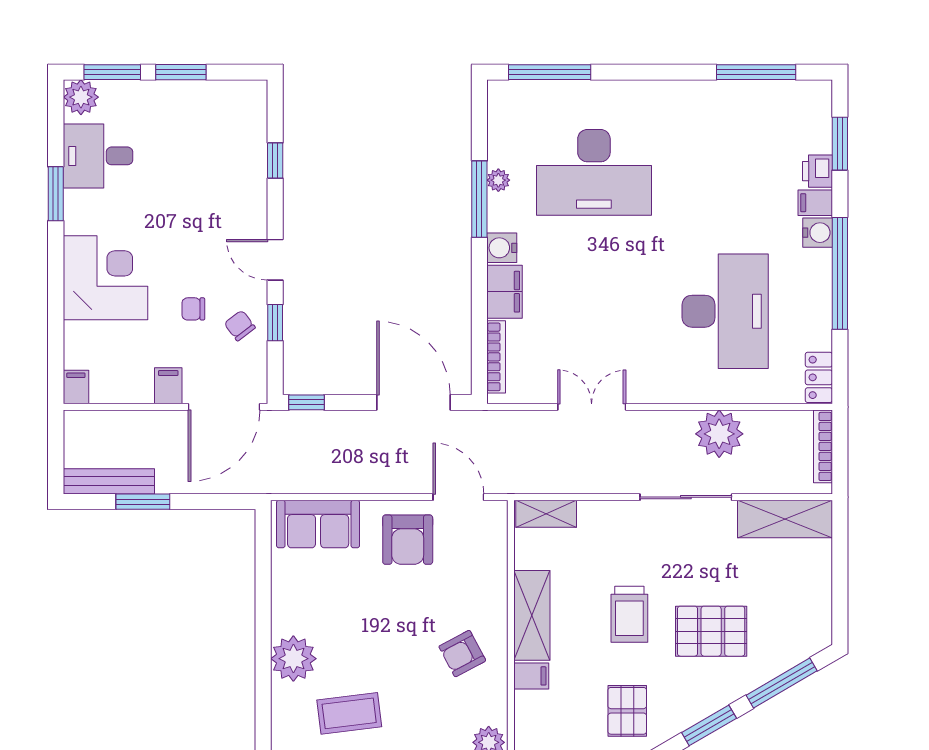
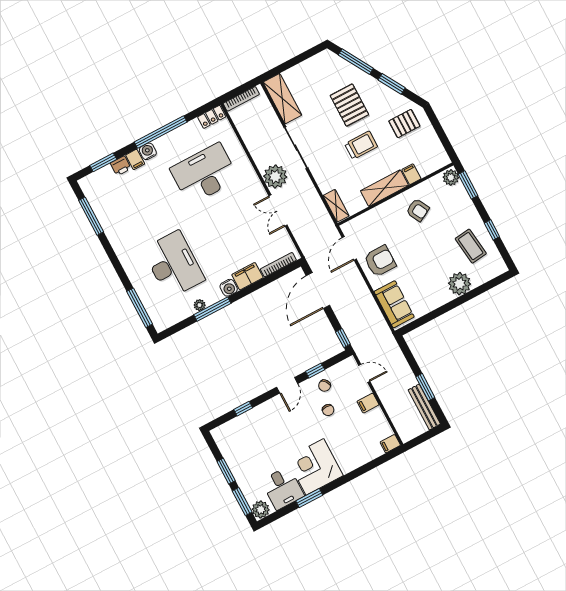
corner desk: (105, 278) -> (315, 467), moved
door: (224, 407) -> (364, 373), width x0.53
plant: (719, 434) -> (275, 177), moved

